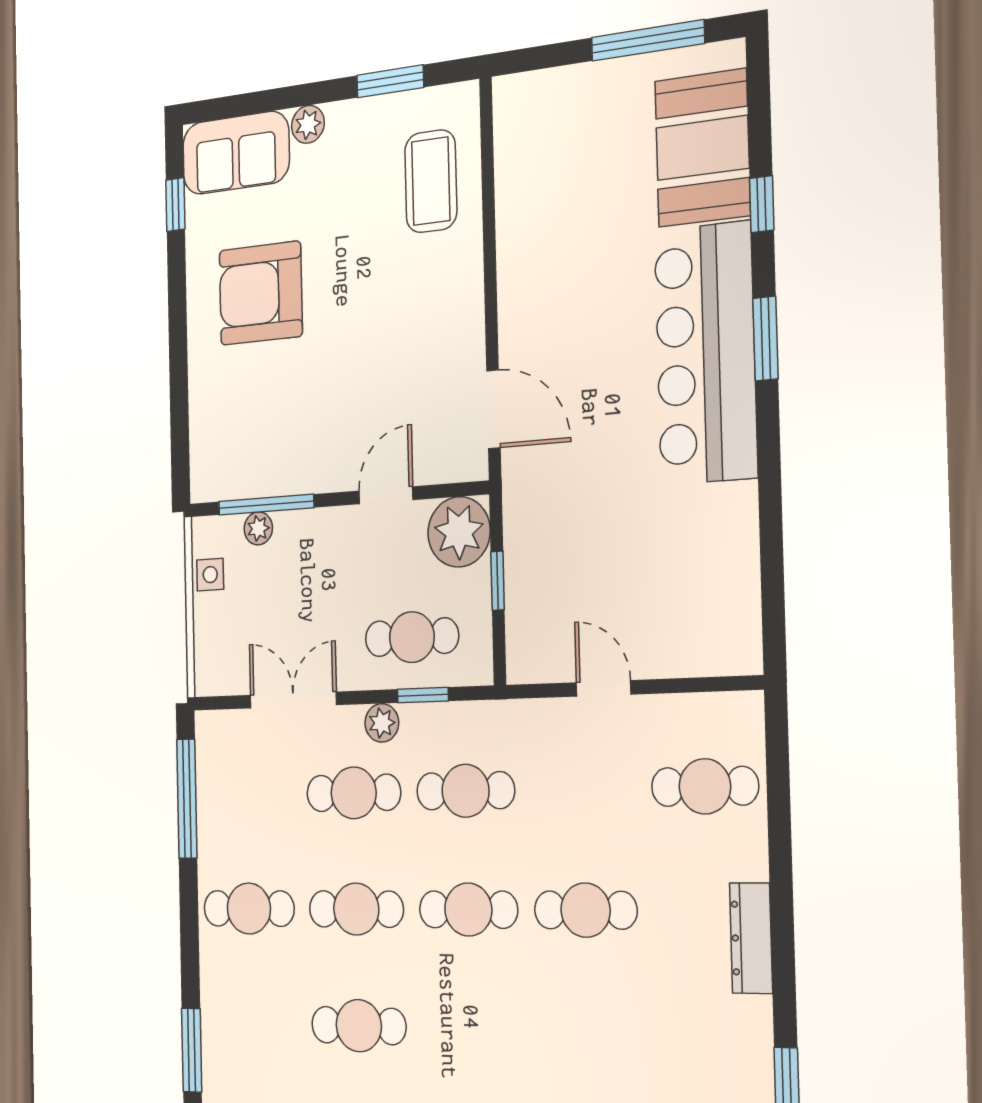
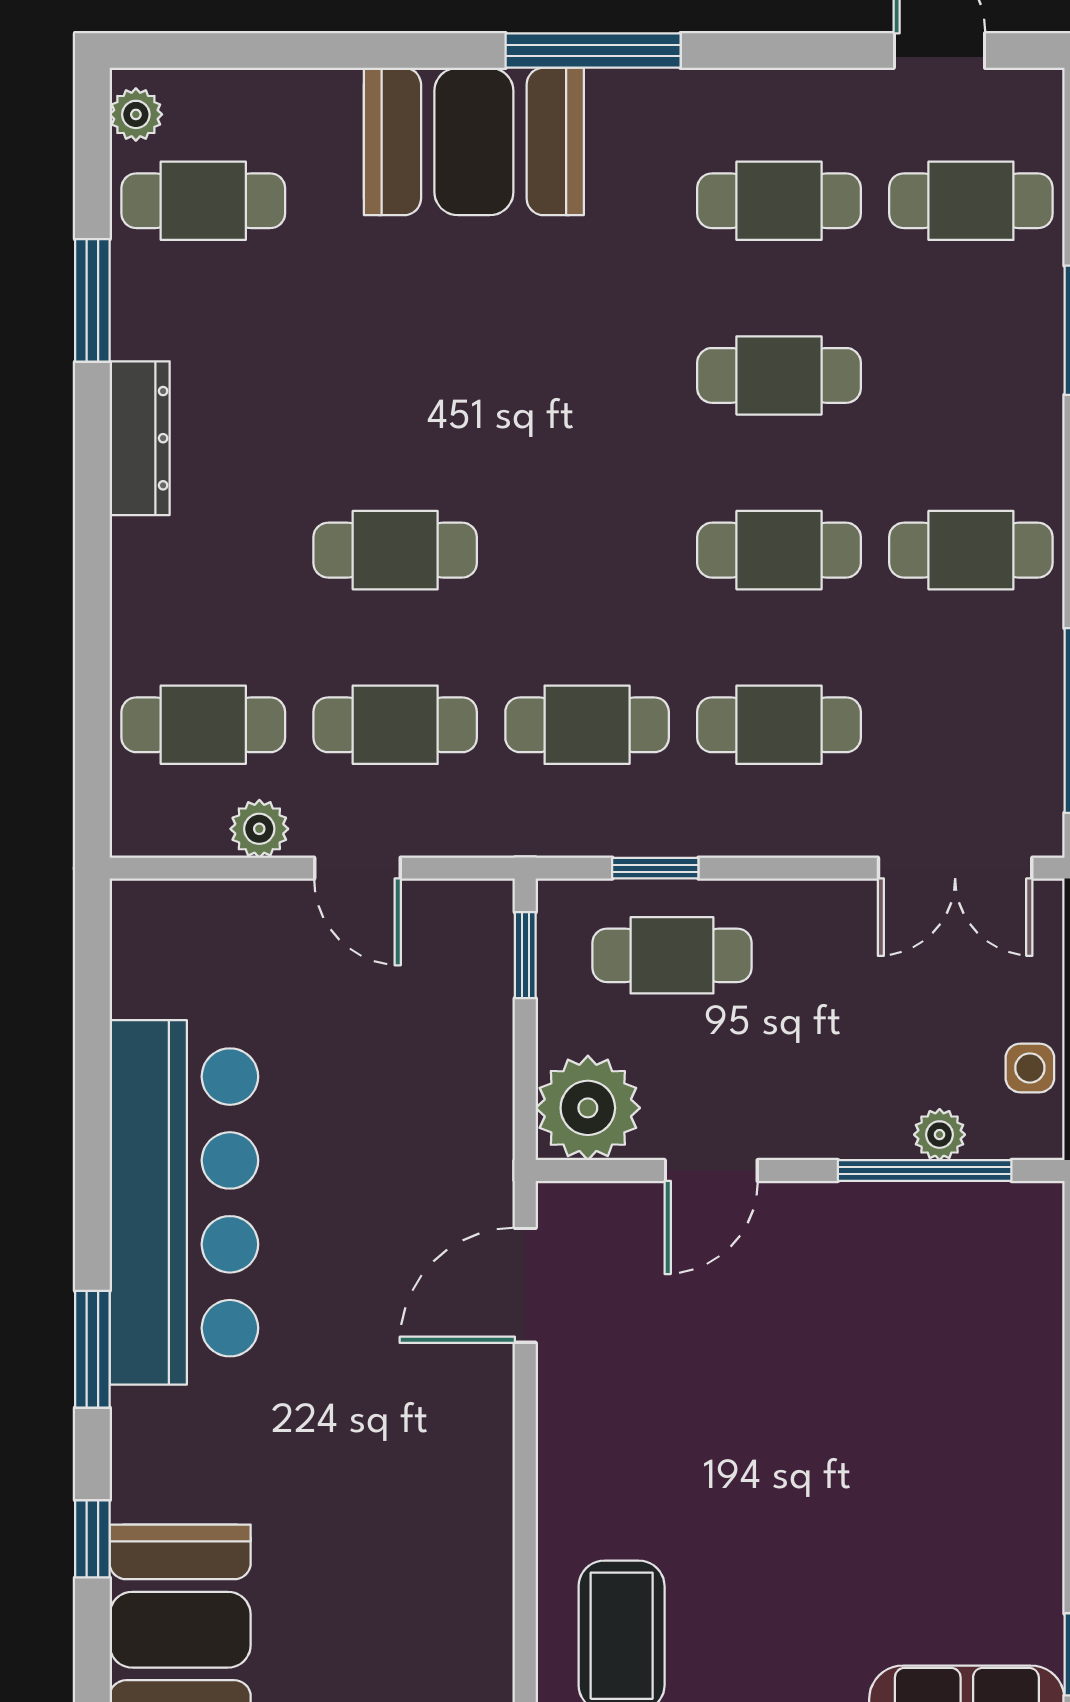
armchair: (261, 293) -> (926, 1498), removed
bar counter: (706, 353) -> (184, 1202), moved
door: (493, 409) -> (525, 1285), hinge flipped
window: (498, 581) -> (525, 955), moved
double door: (293, 700) -> (955, 868), moved
plant: (382, 723) -> (259, 829), moved
cafe table: (468, 910) -> (395, 725), moved
dresser: (751, 938) -> (140, 438), moved

